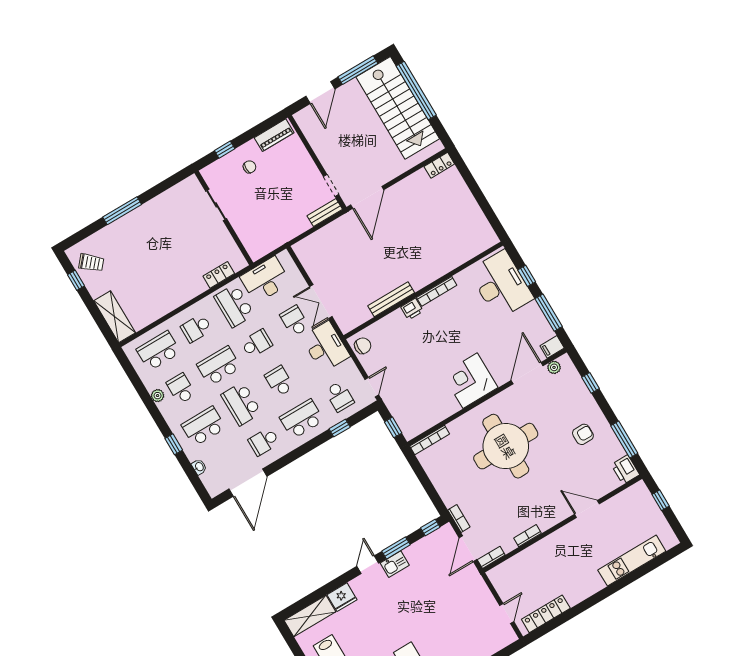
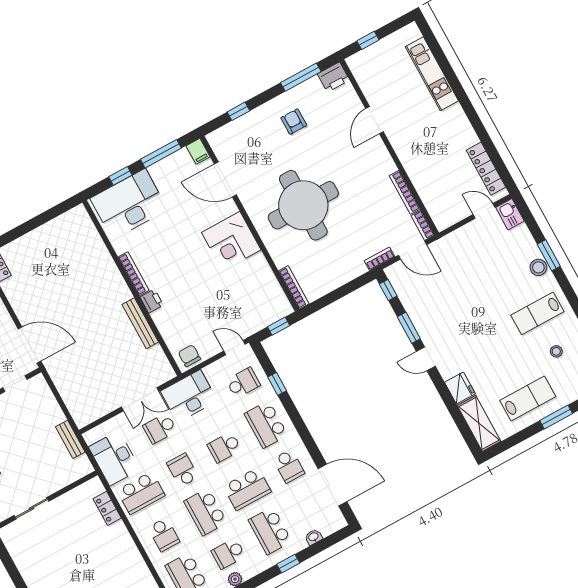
bench: (325, 213) -> (70, 439), moved
plant: (554, 367) -> (220, 150), removed
bookcase: (527, 536) -> (405, 192), width x1.56
kitchen sink: (395, 564) -> (510, 214), moved, turned 180

